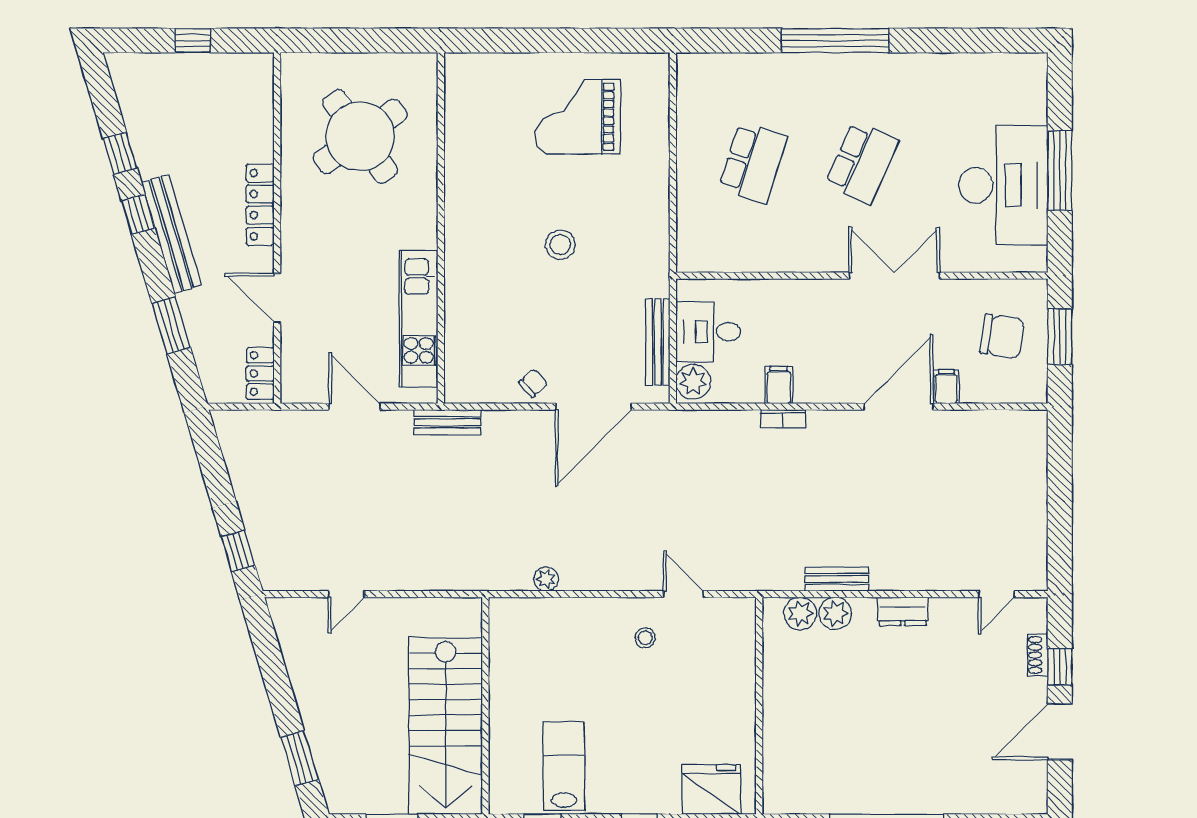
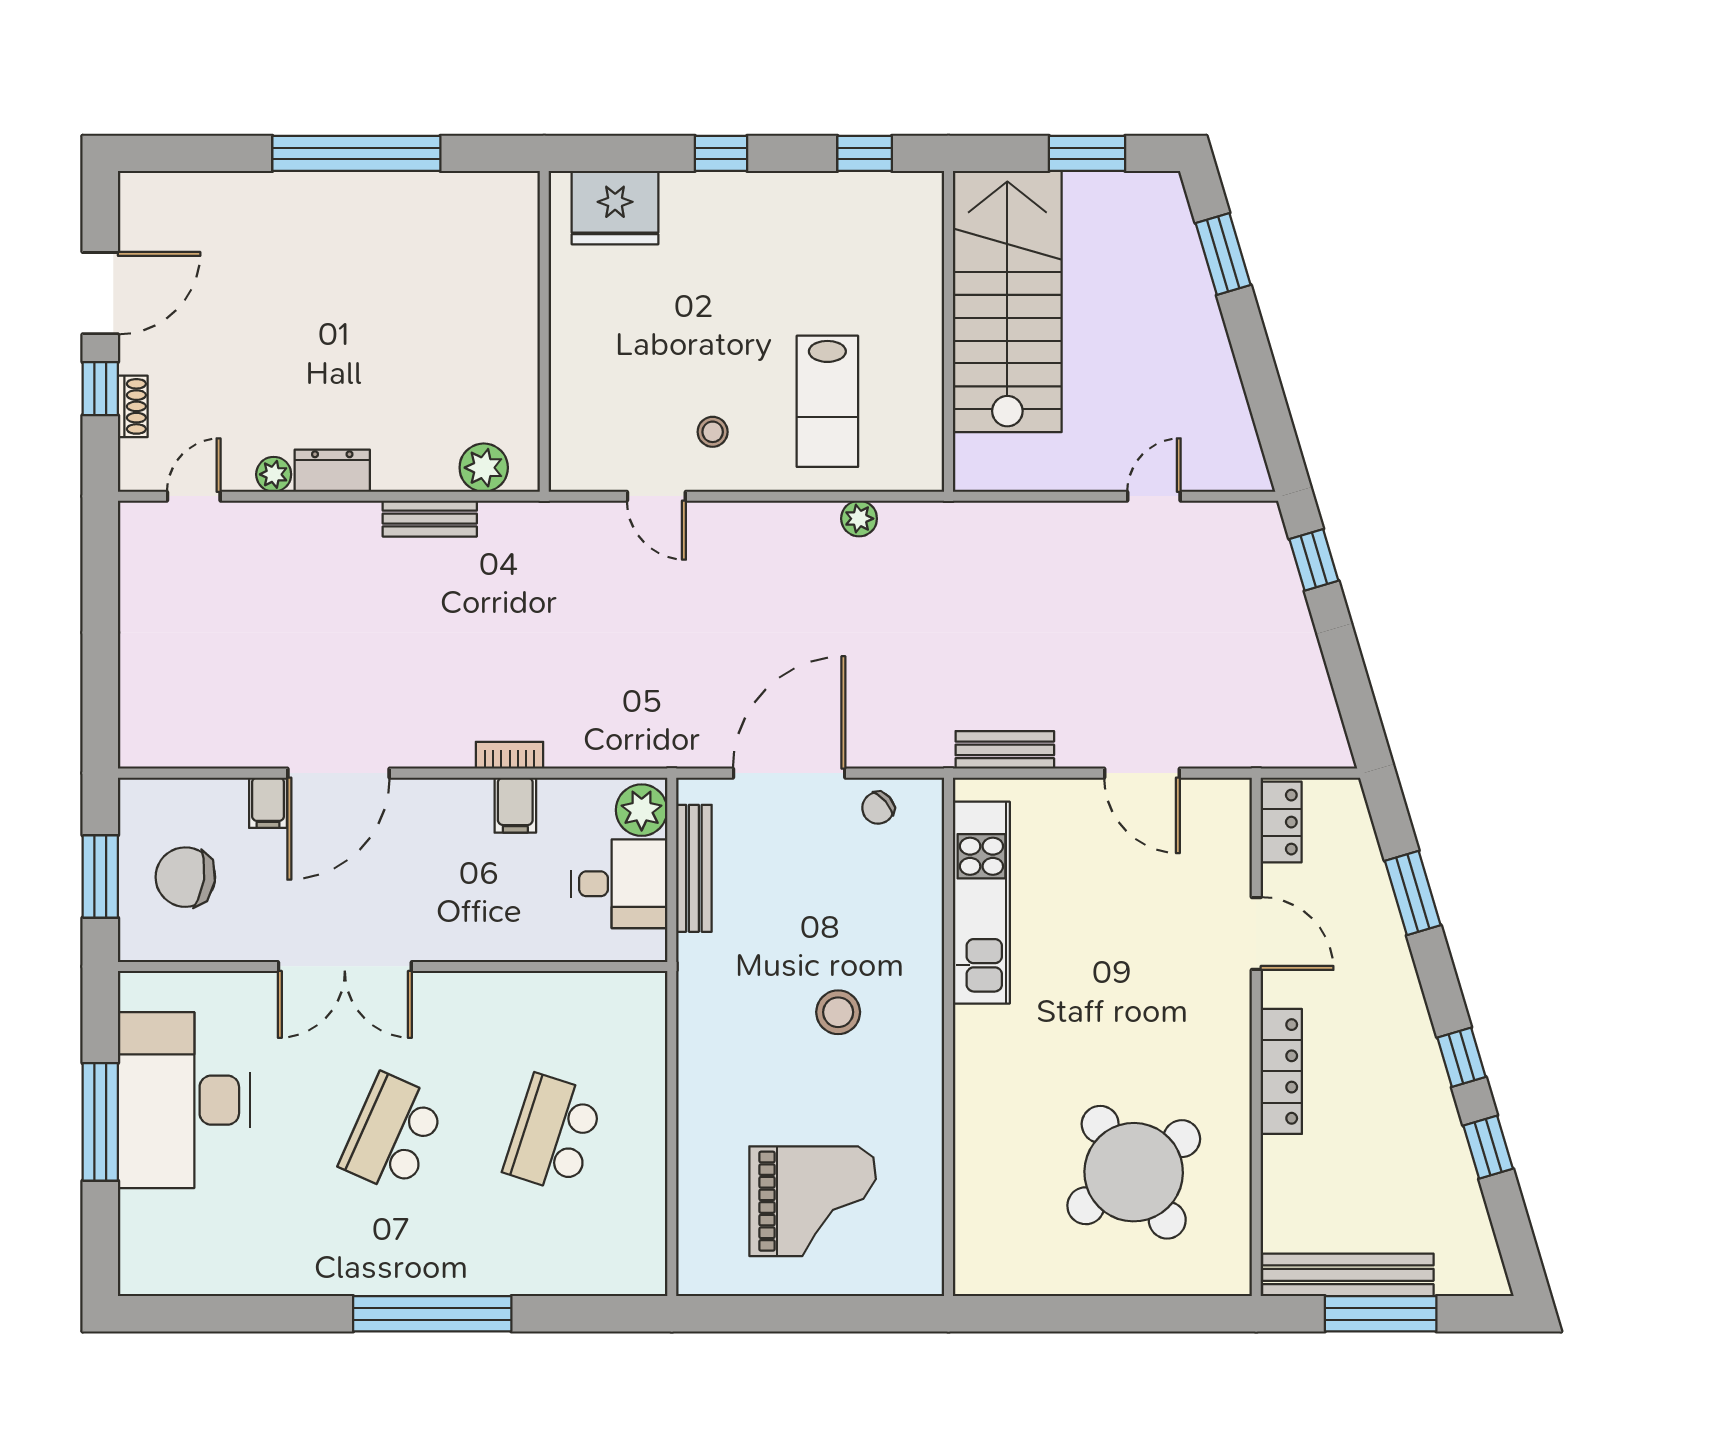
window: (193, 41) -> (1381, 1314), width x2.17
wall: (441, 228) -> (949, 1037), moved
bench: (171, 234) -> (1348, 1275), moved, turned -73
kitchen unit: (419, 319) -> (981, 903), moved
plant: (835, 613) -> (274, 474), moved, width x0.73, depth x0.73
lab bench: (564, 766) -> (827, 401), moved

